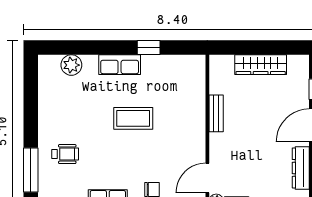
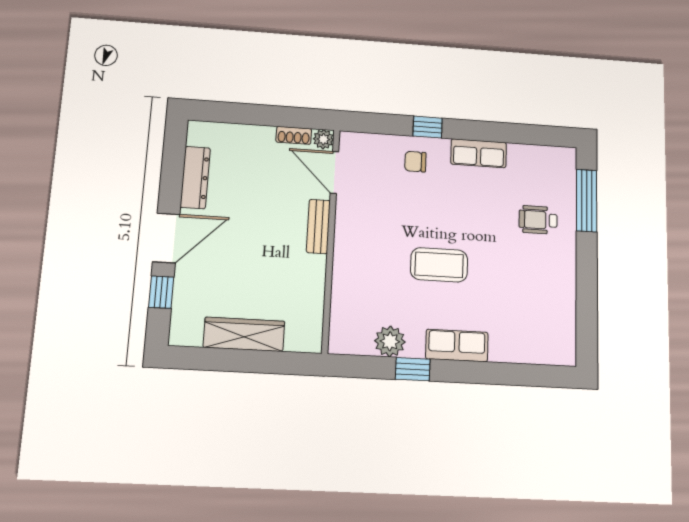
plant: (71, 65) -> (390, 341), moved
bench: (216, 113) -> (318, 226), moved
door: (207, 178) -> (334, 172), swing flipped

